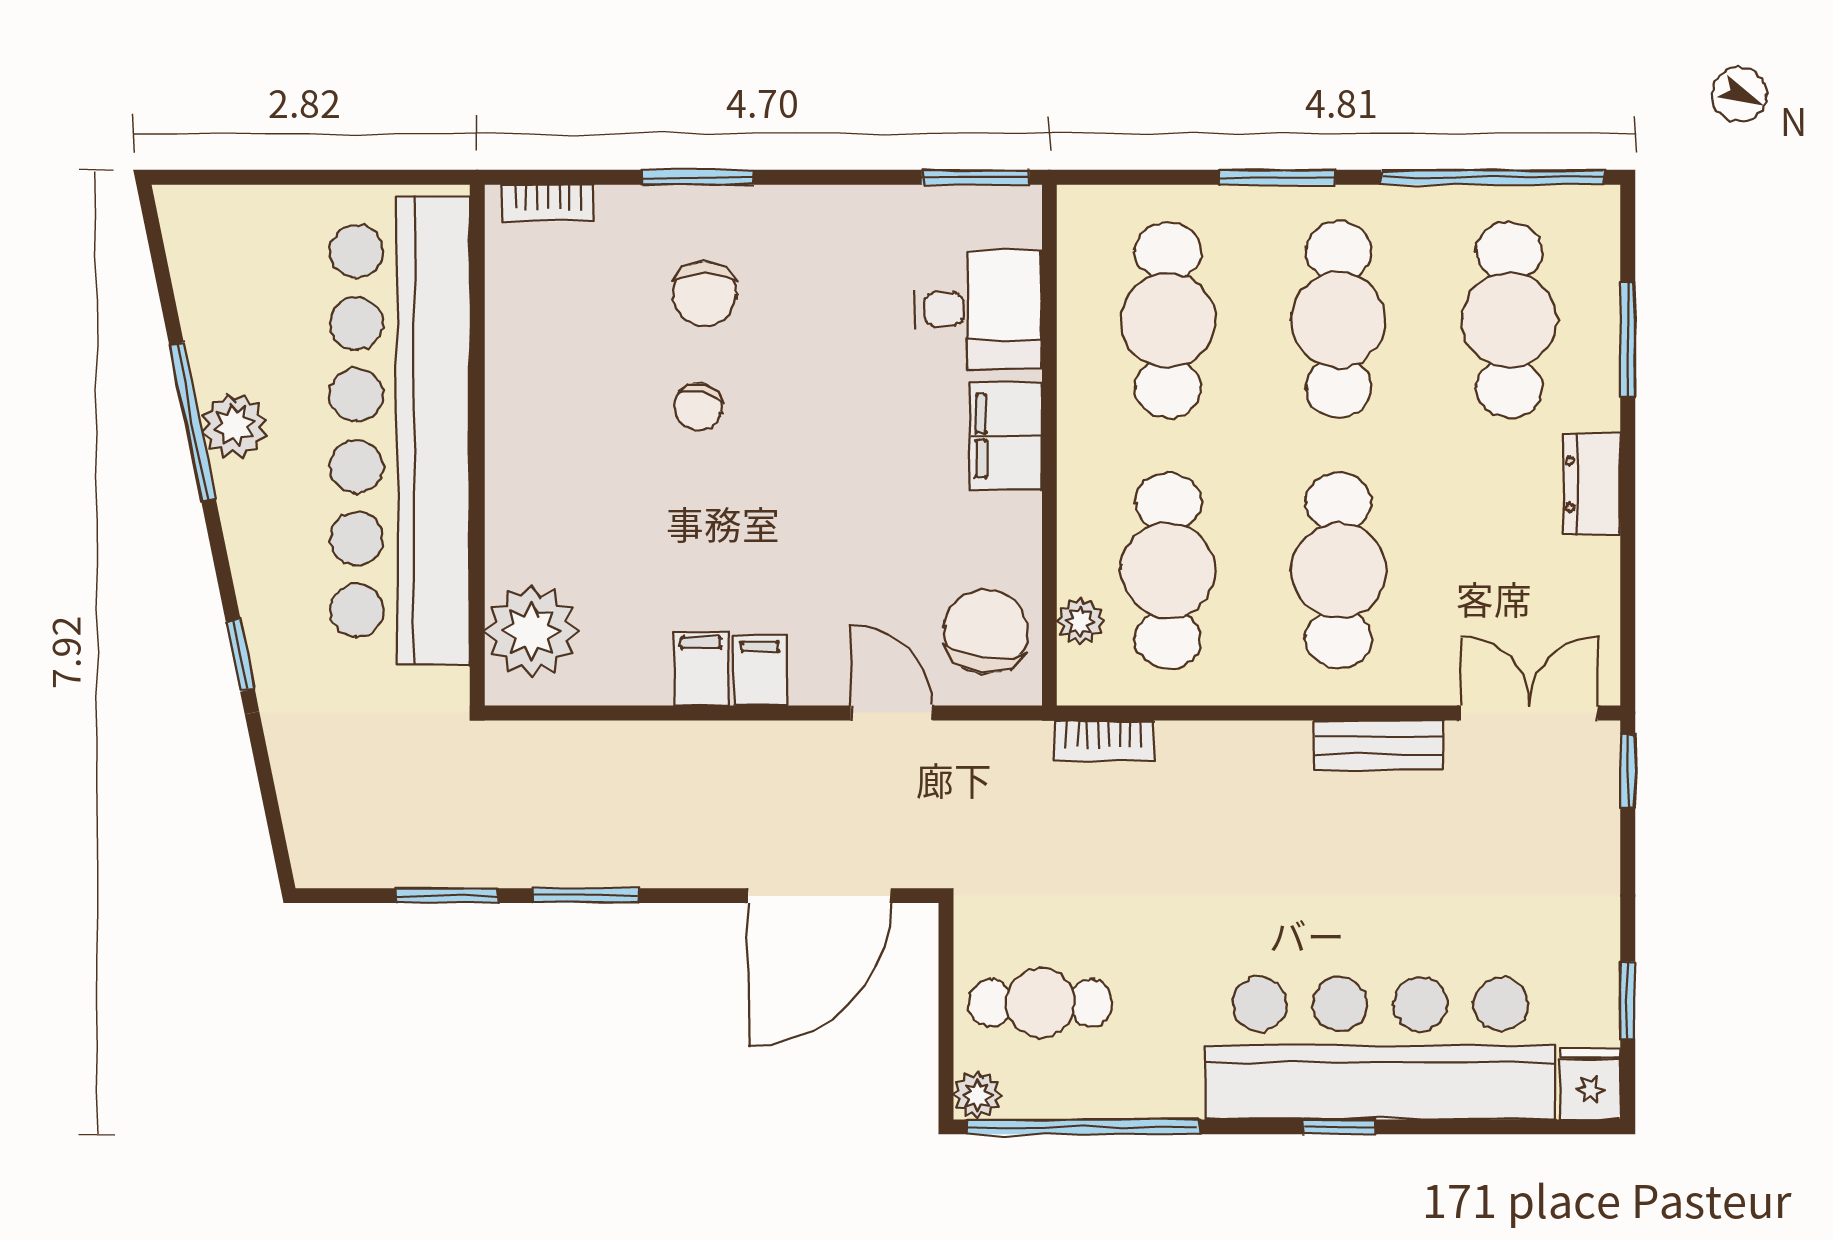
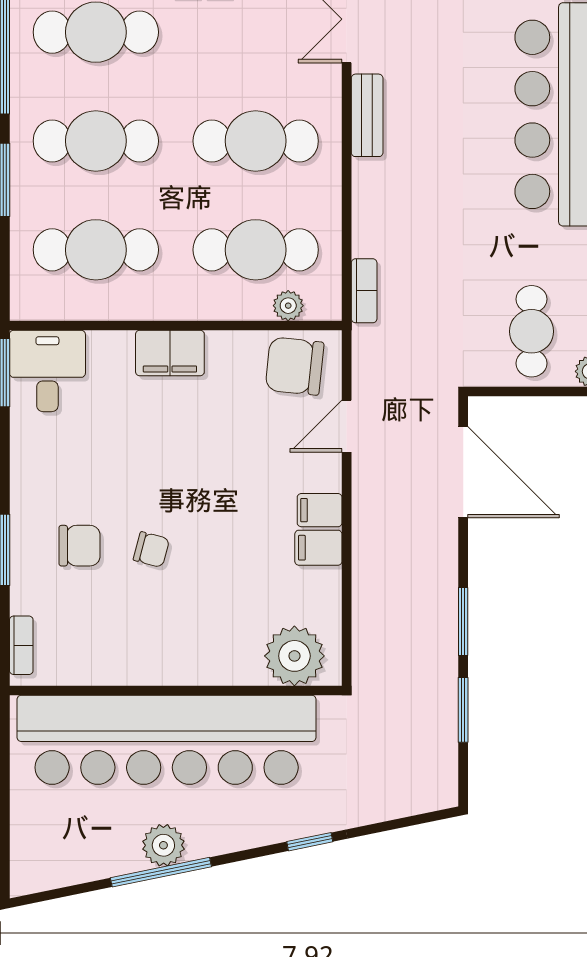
desk: (978, 309) -> (47, 371), moved

